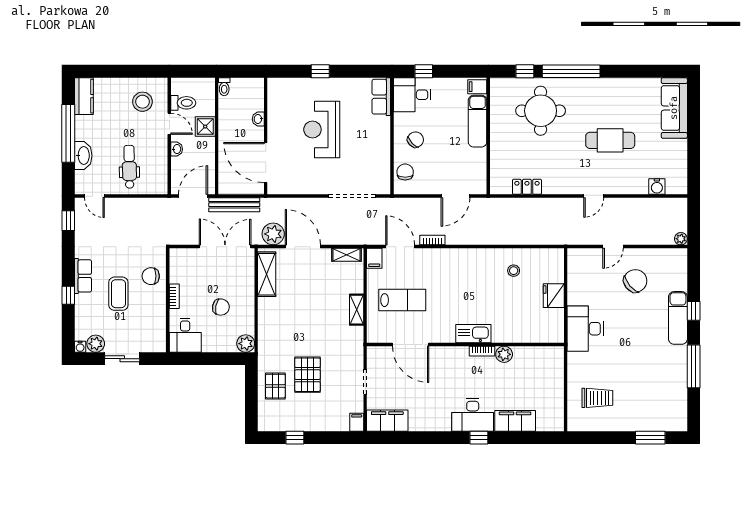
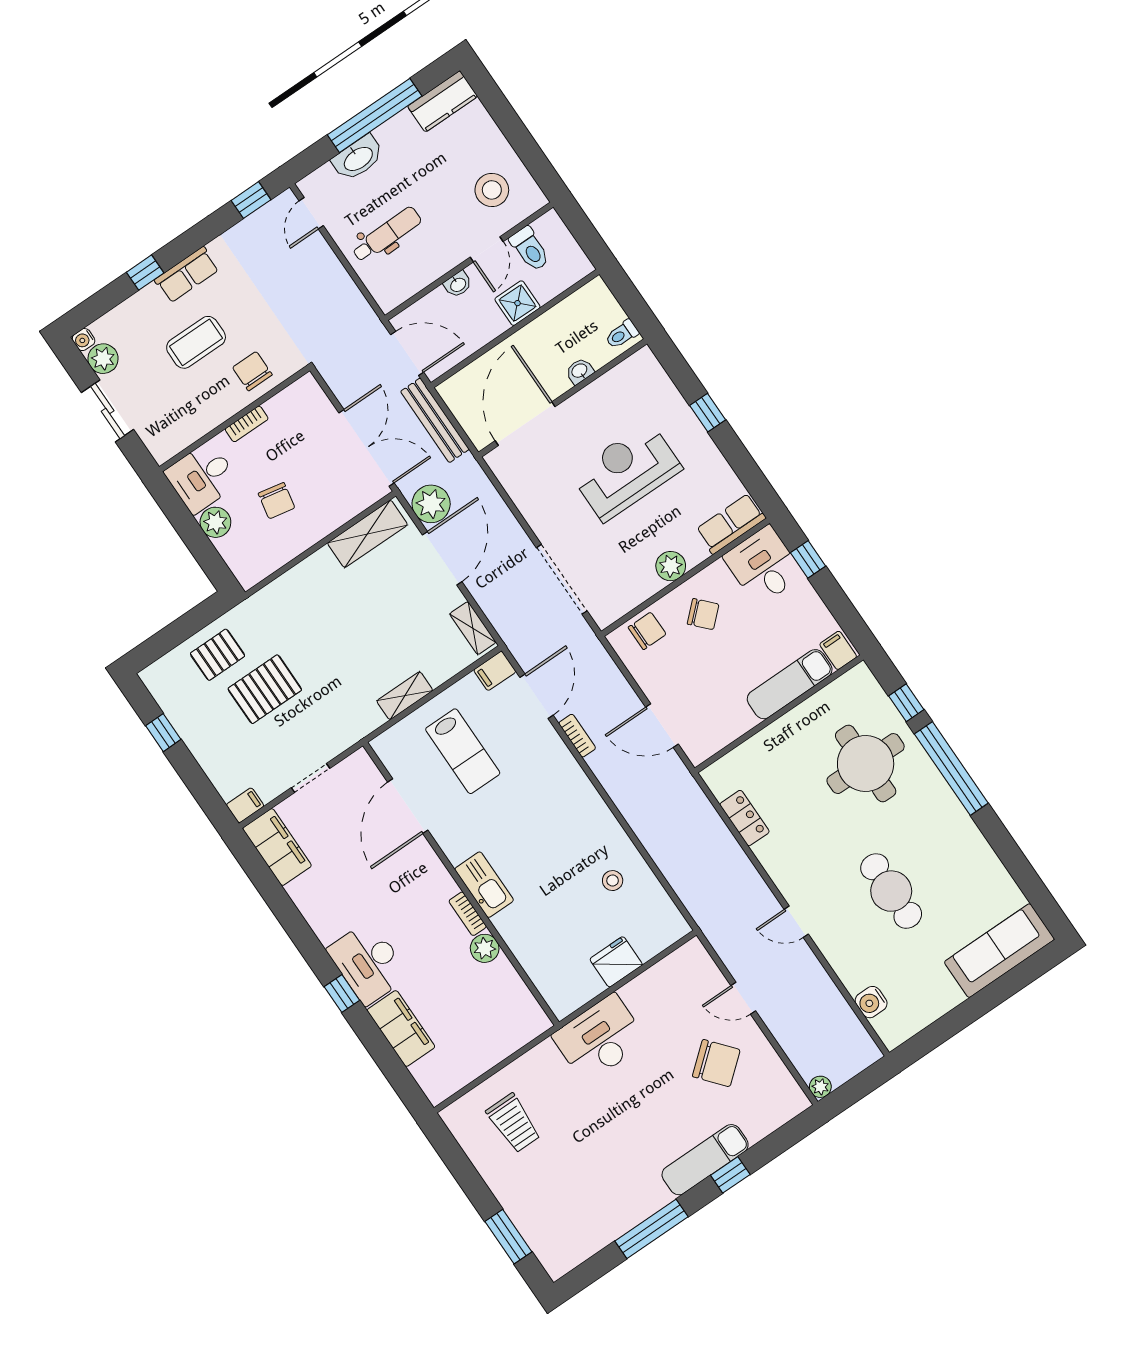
toilet: (224, 87) -> (622, 334), moved
plant: (382, 139) -> (671, 566), added
plant: (246, 344) -> (215, 522), moved

